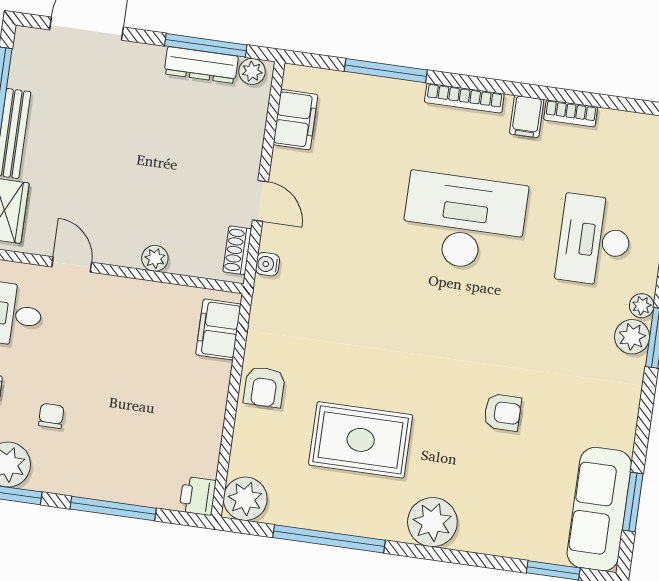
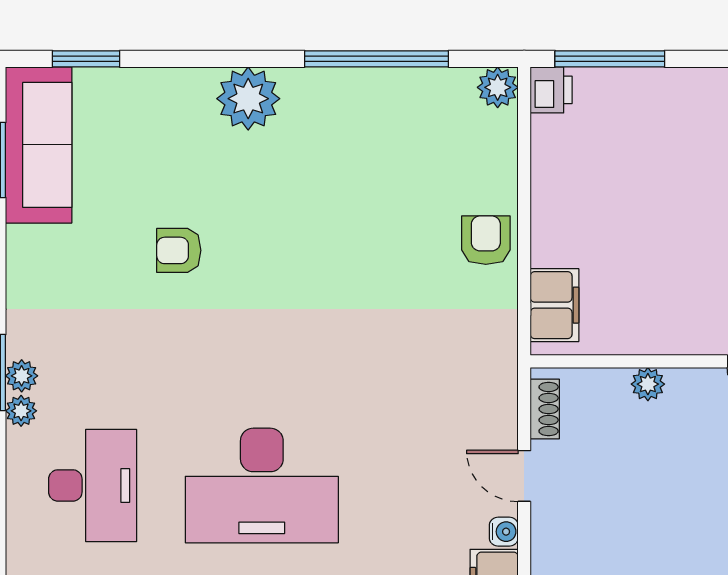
water cooler: (268, 264) -> (504, 532), moved
plant: (632, 337) -> (22, 376), width x0.73, depth x0.73
rug: (361, 440) -> (354, 190), removed
plant: (245, 499) -> (498, 87), width x0.73, depth x0.73
window: (113, 509) -> (610, 59), moved

